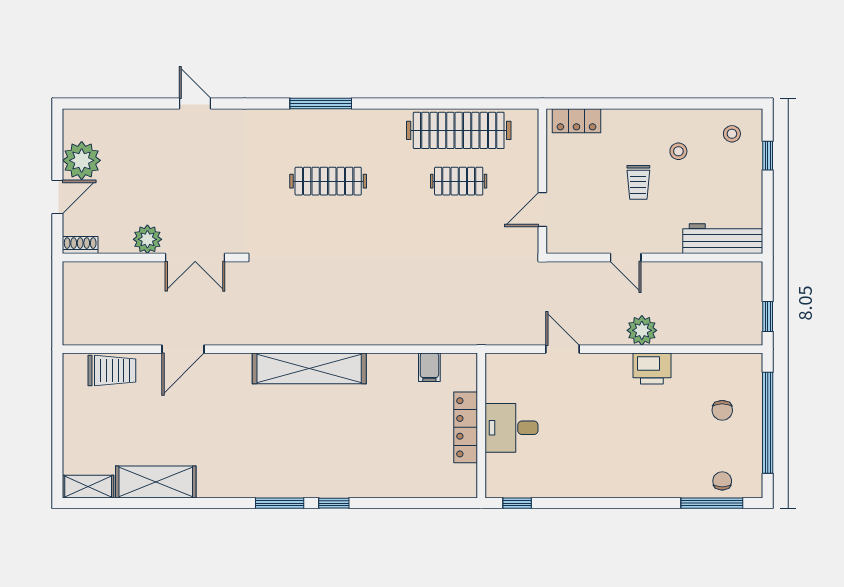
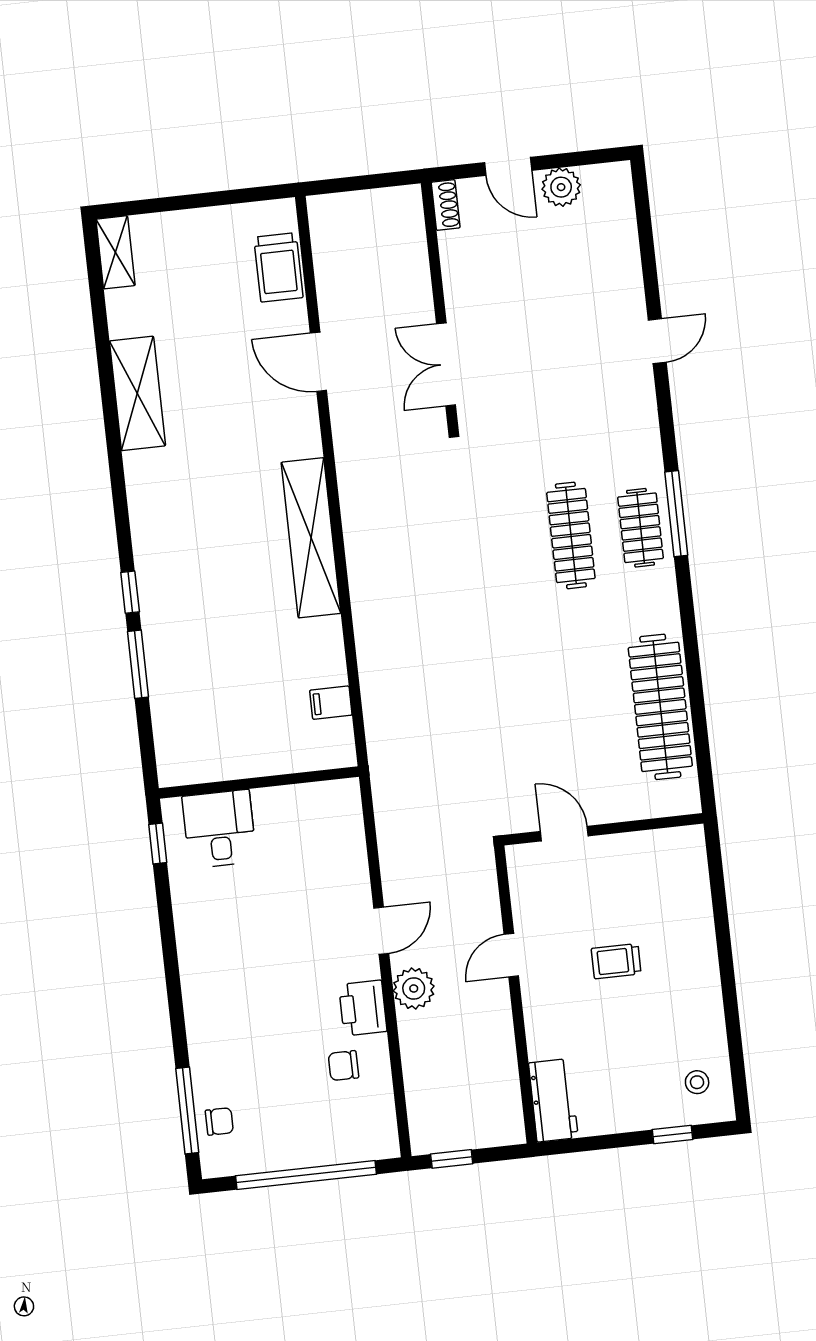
locker: (576, 121) -> (691, 867), removed
stool: (678, 151) -> (665, 1011), removed
plant: (82, 160) -> (561, 187), width x0.73, depth x0.73
clothes rail: (459, 181) -> (641, 528), moved
plant: (147, 239) -> (464, 296), removed
workbench: (723, 239) -> (553, 1100), width x0.73
door: (563, 349) -> (381, 931), moved
chair: (722, 410) -> (343, 1066), moved
locker: (466, 427) -> (254, 761), removed
desk: (511, 428) -> (219, 829), moved
shelving: (156, 482) -> (137, 393), moved
window: (280, 503) -> (138, 664), moved

